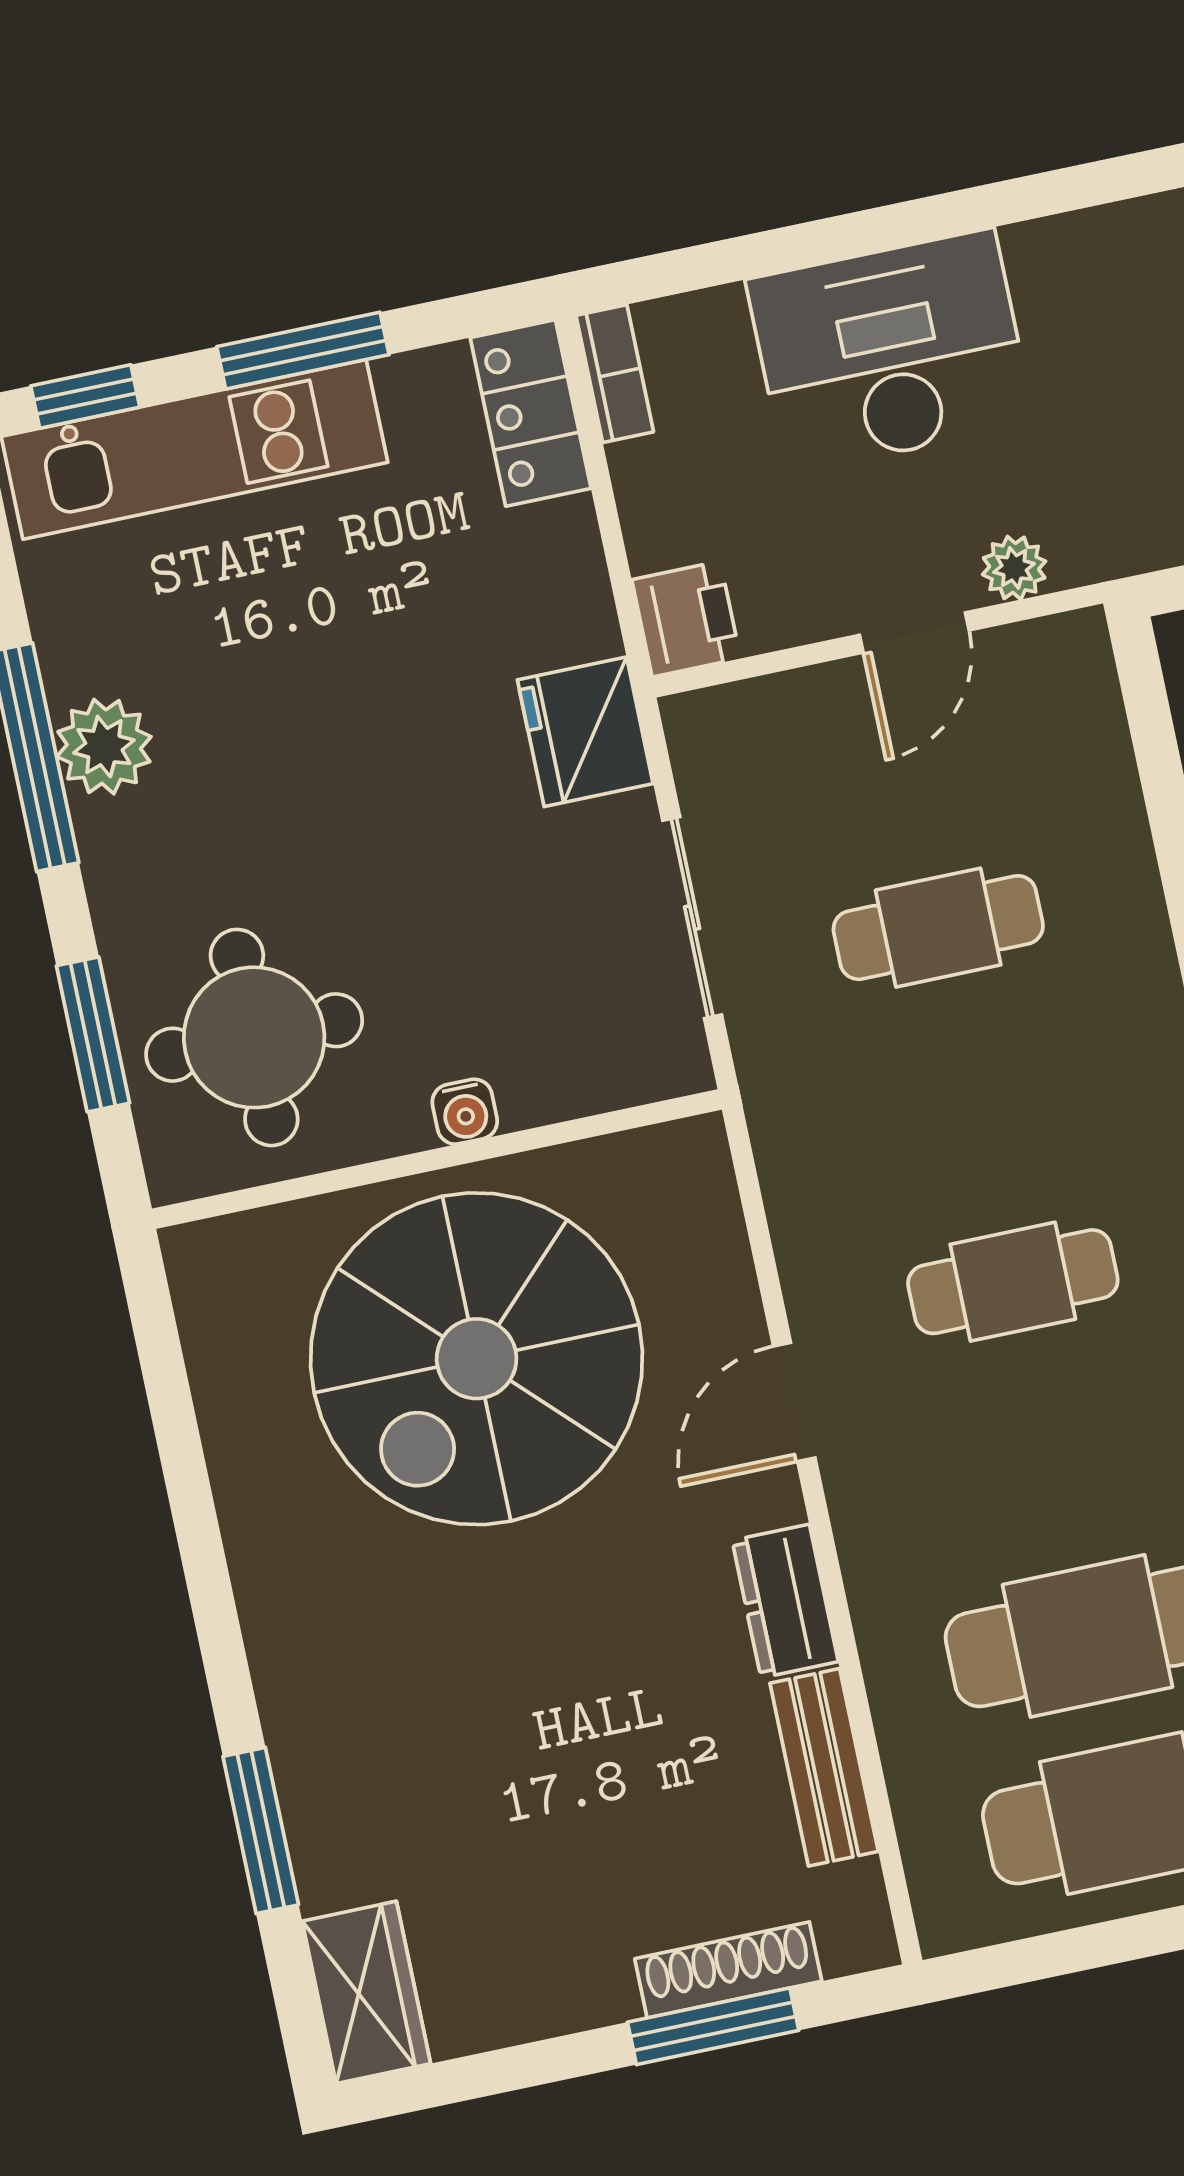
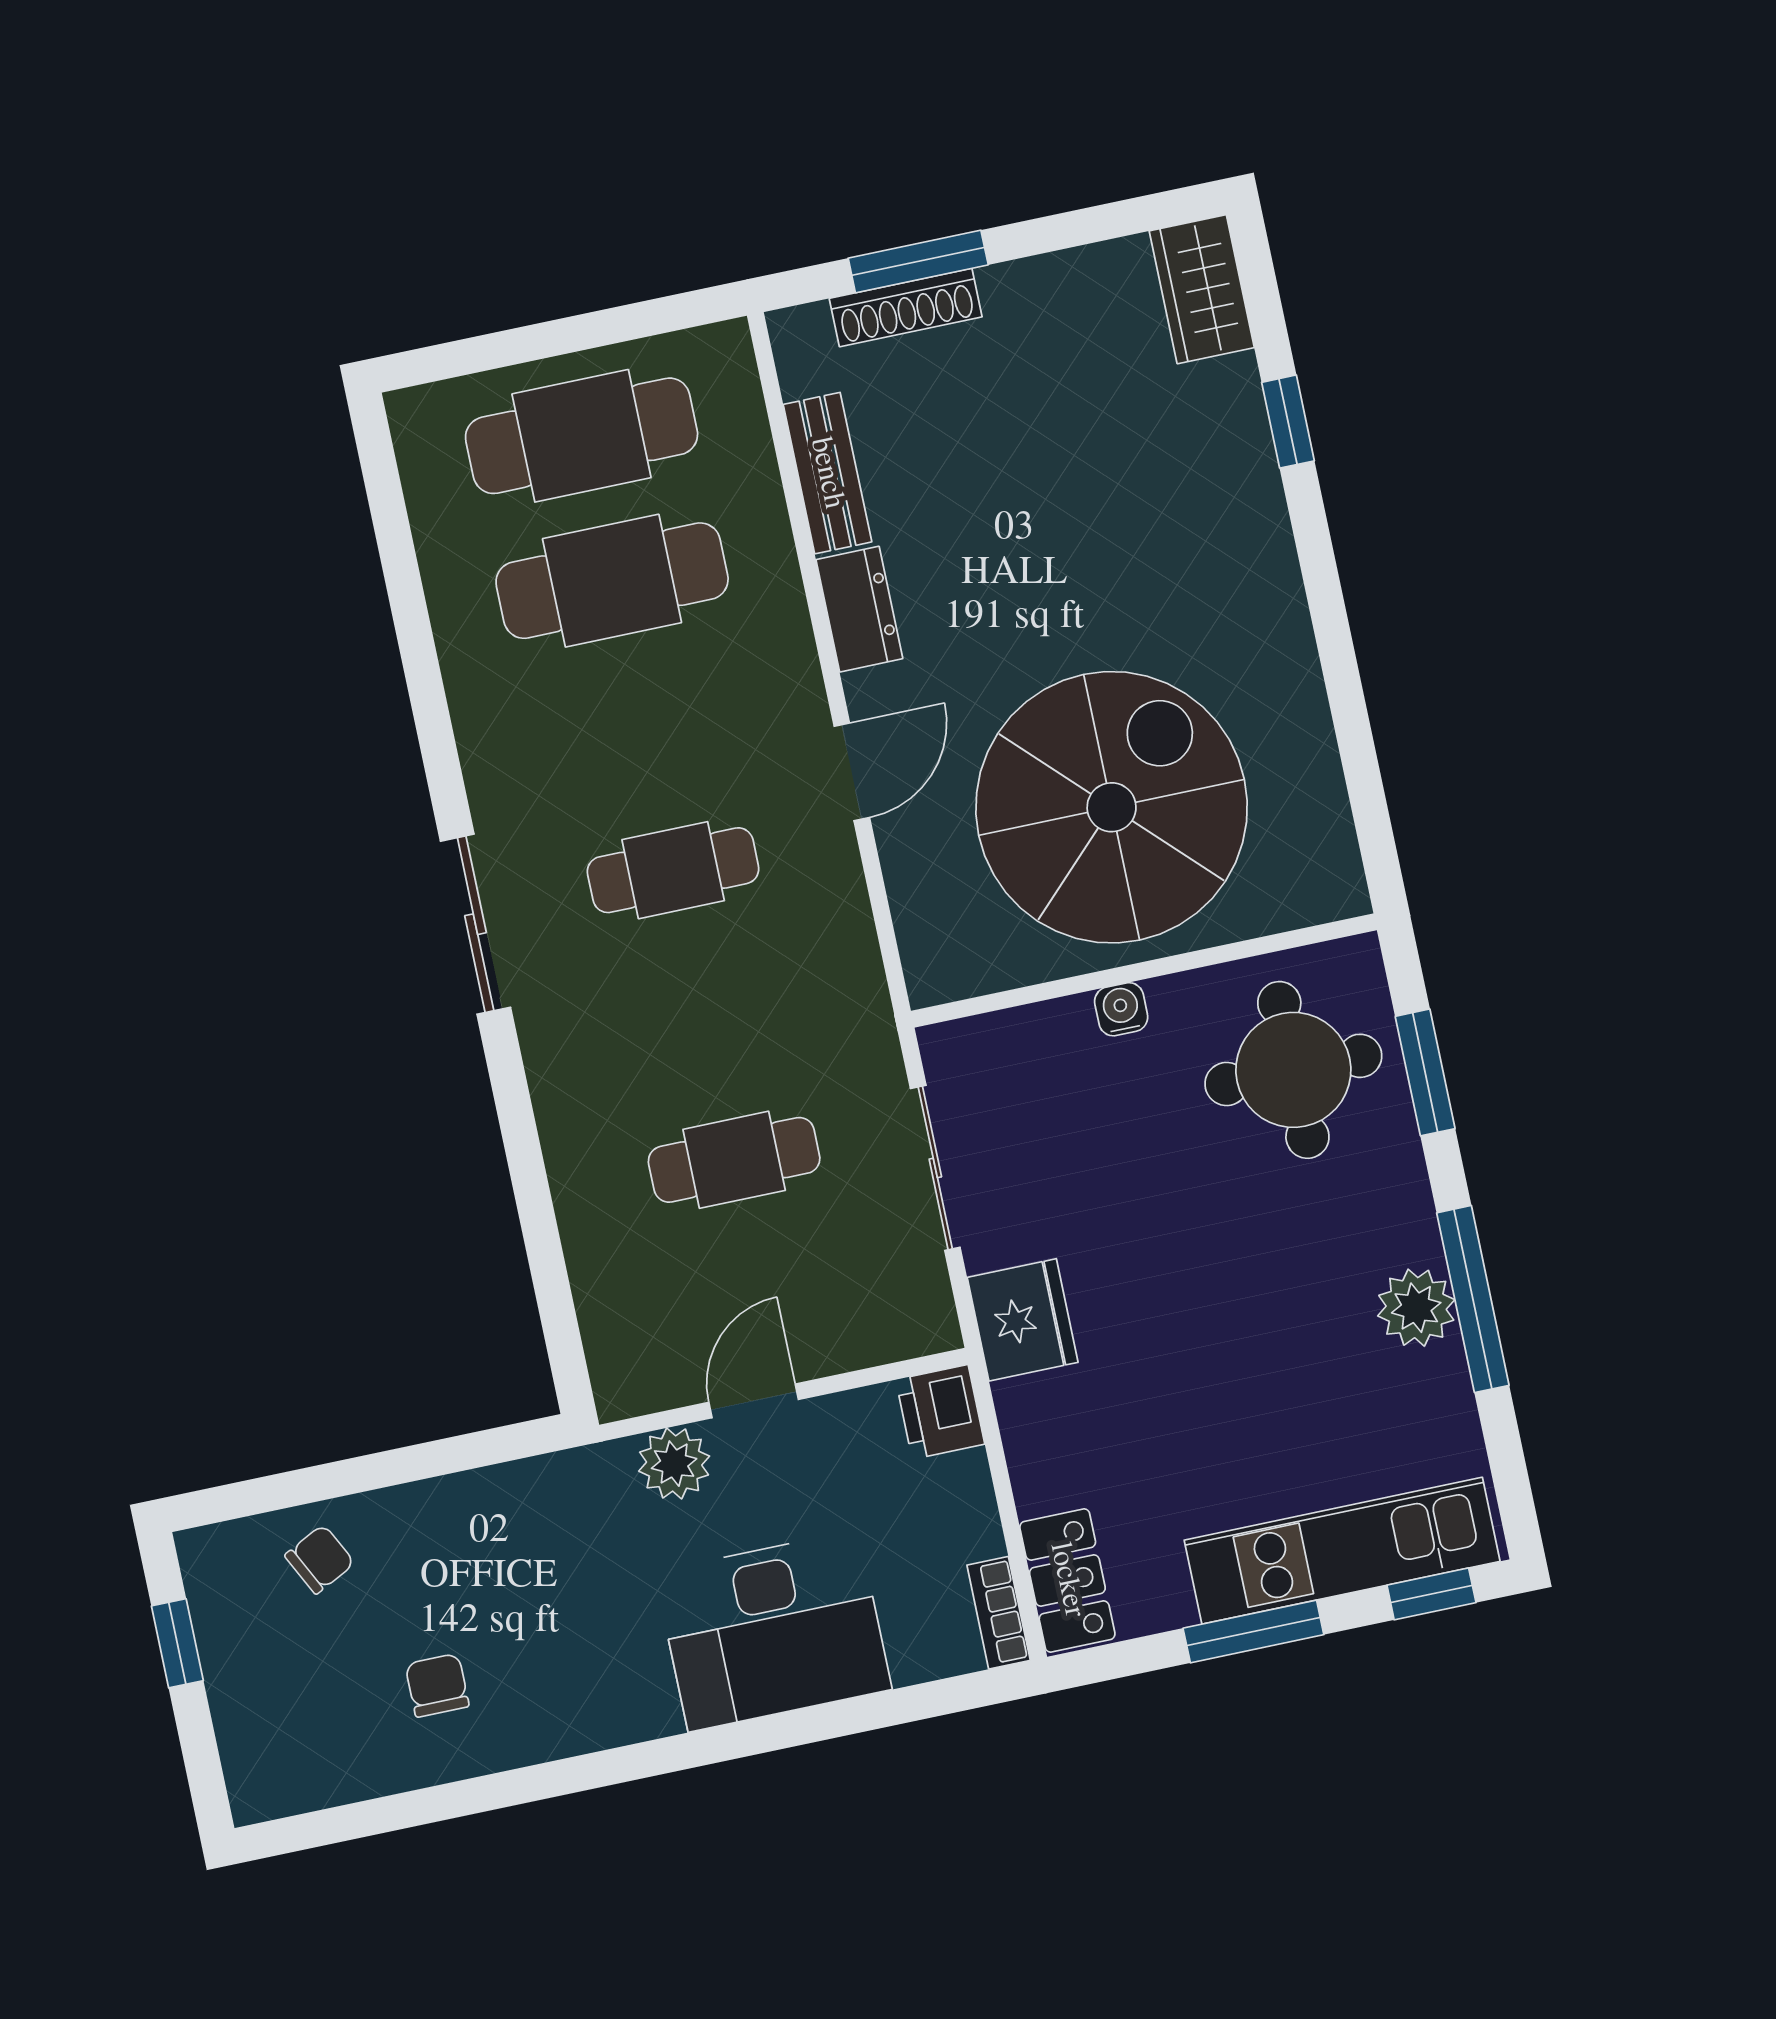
plant: (1014, 568) -> (674, 1464), width x1.38, depth x1.38
window: (261, 1831) -> (1288, 422), width x0.67

